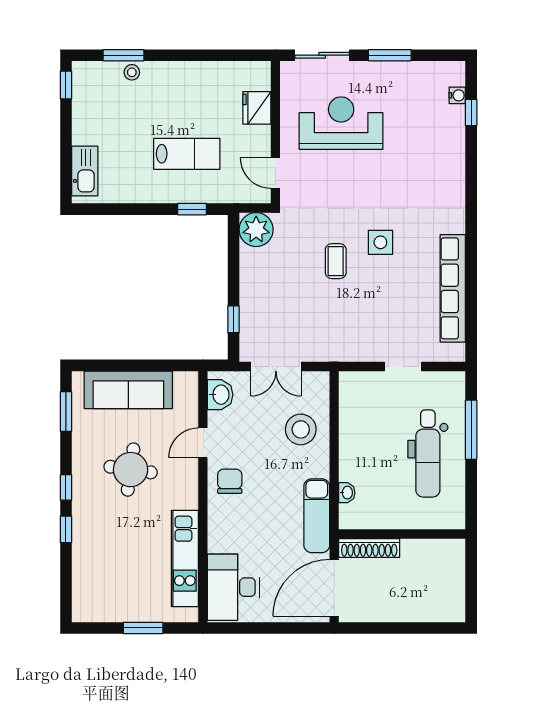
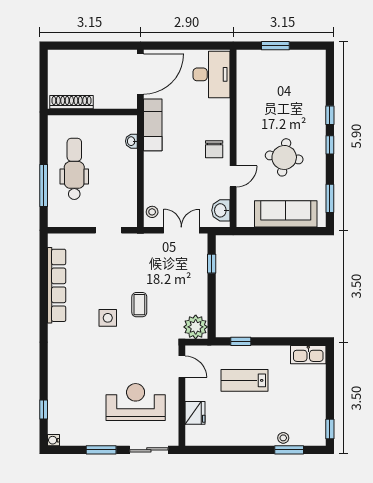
water cooler: (457, 95) -> (54, 440), moved
reception desk: (341, 123) -> (136, 402), turned 180
kitchen sink: (85, 171) -> (308, 355), moved, turned -90
doorway: (403, 366) -> (108, 230), moved
stool: (301, 429) -> (152, 212), moved, width x0.53, depth x0.53
shoe rack: (369, 548) -> (71, 102), moved
kitchen unit: (185, 559) -> (246, 95), removed

